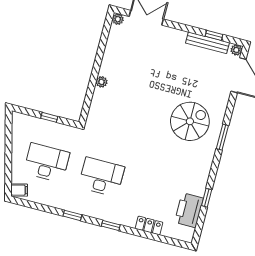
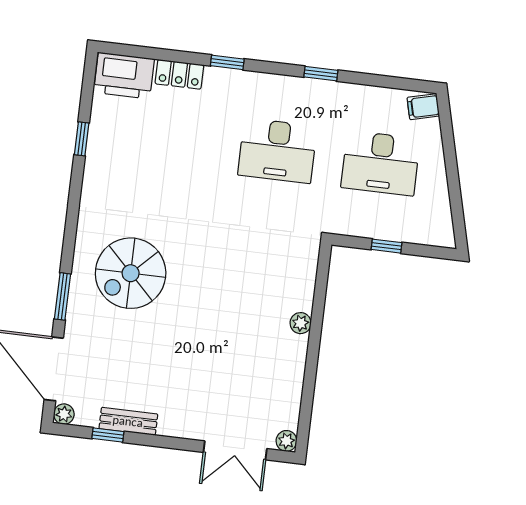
bench: (207, 43) -> (128, 421), width x0.73
window: (222, 137) -> (63, 296), moved
printer: (189, 210) -> (124, 76), moved, turned 90
window: (111, 225) -> (227, 62), moved

